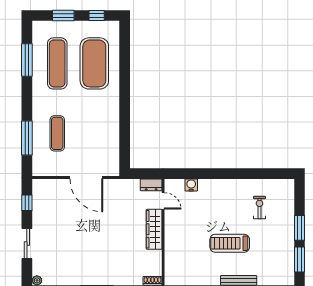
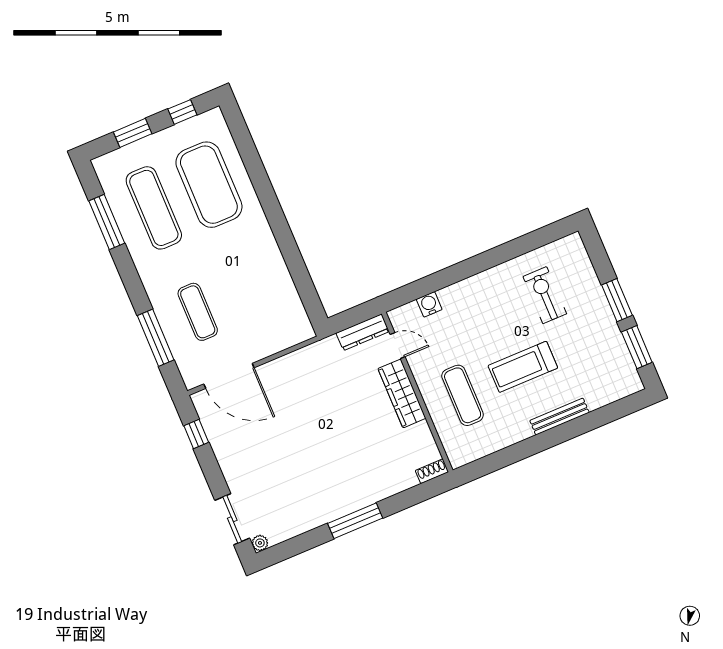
door: (86, 177) -> (229, 376), moved
dresser: (151, 185) -> (363, 332), width x1.44
exercise bike: (259, 208) -> (545, 295), width x1.38, depth x1.39
sliding door: (27, 243) -> (232, 519), moved
exercise mat: (188, 245) -> (463, 395), added

